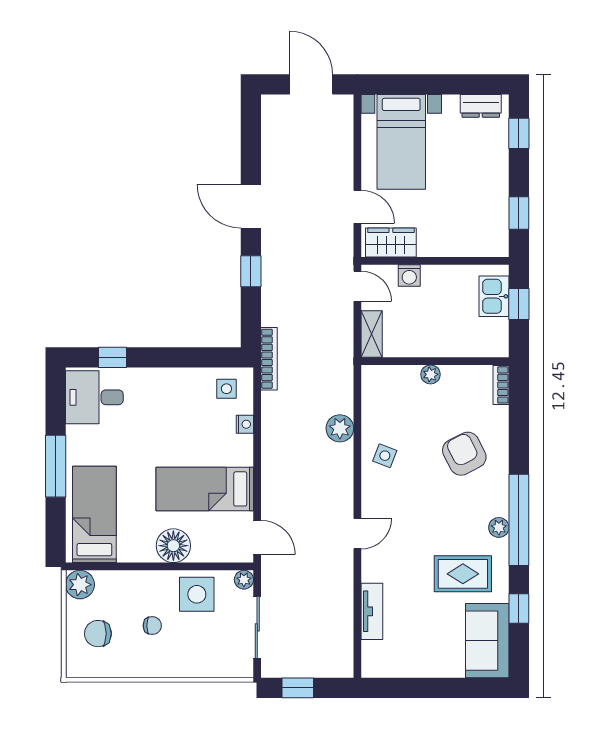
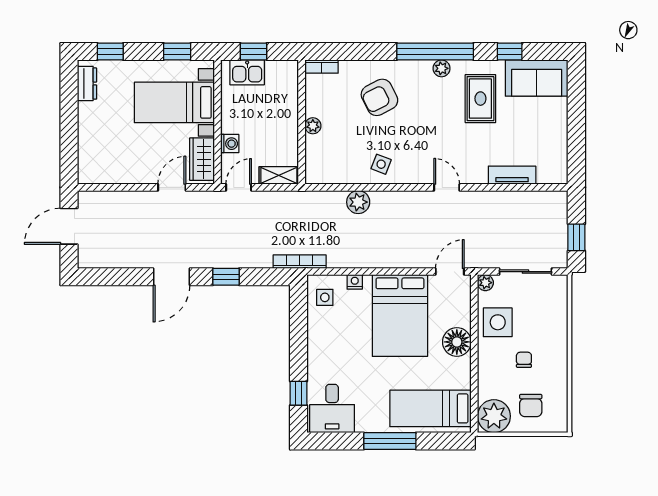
bed with nightstands: (401, 142) -> (174, 102), moved, turned 180
bed: (205, 489) -> (400, 316), width x1.50
plant: (80, 585) -> (494, 416), width x1.36, depth x1.36

